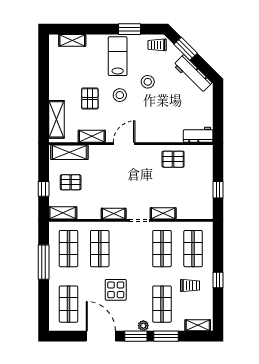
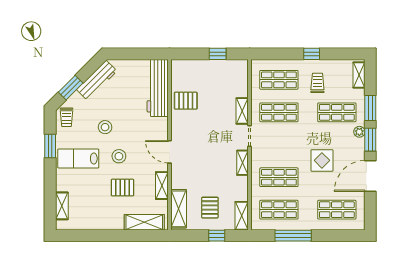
workbench: (198, 135) -> (158, 88), width x1.88, depth x1.32
pallet: (173, 159) -> (186, 101), turned 90

